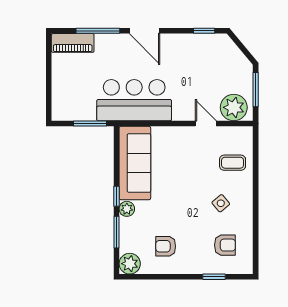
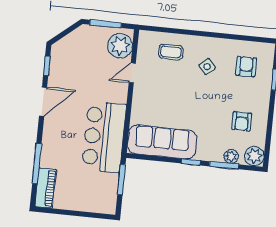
door: (145, 31) -> (43, 102), moved
coffee table: (233, 163) -> (171, 52), turned 90
plant: (127, 209) -> (231, 156), moved

